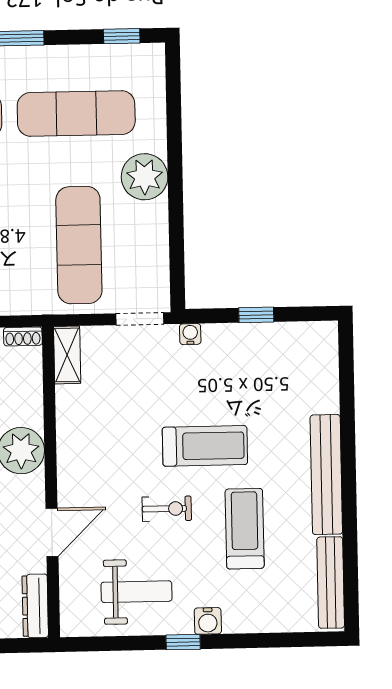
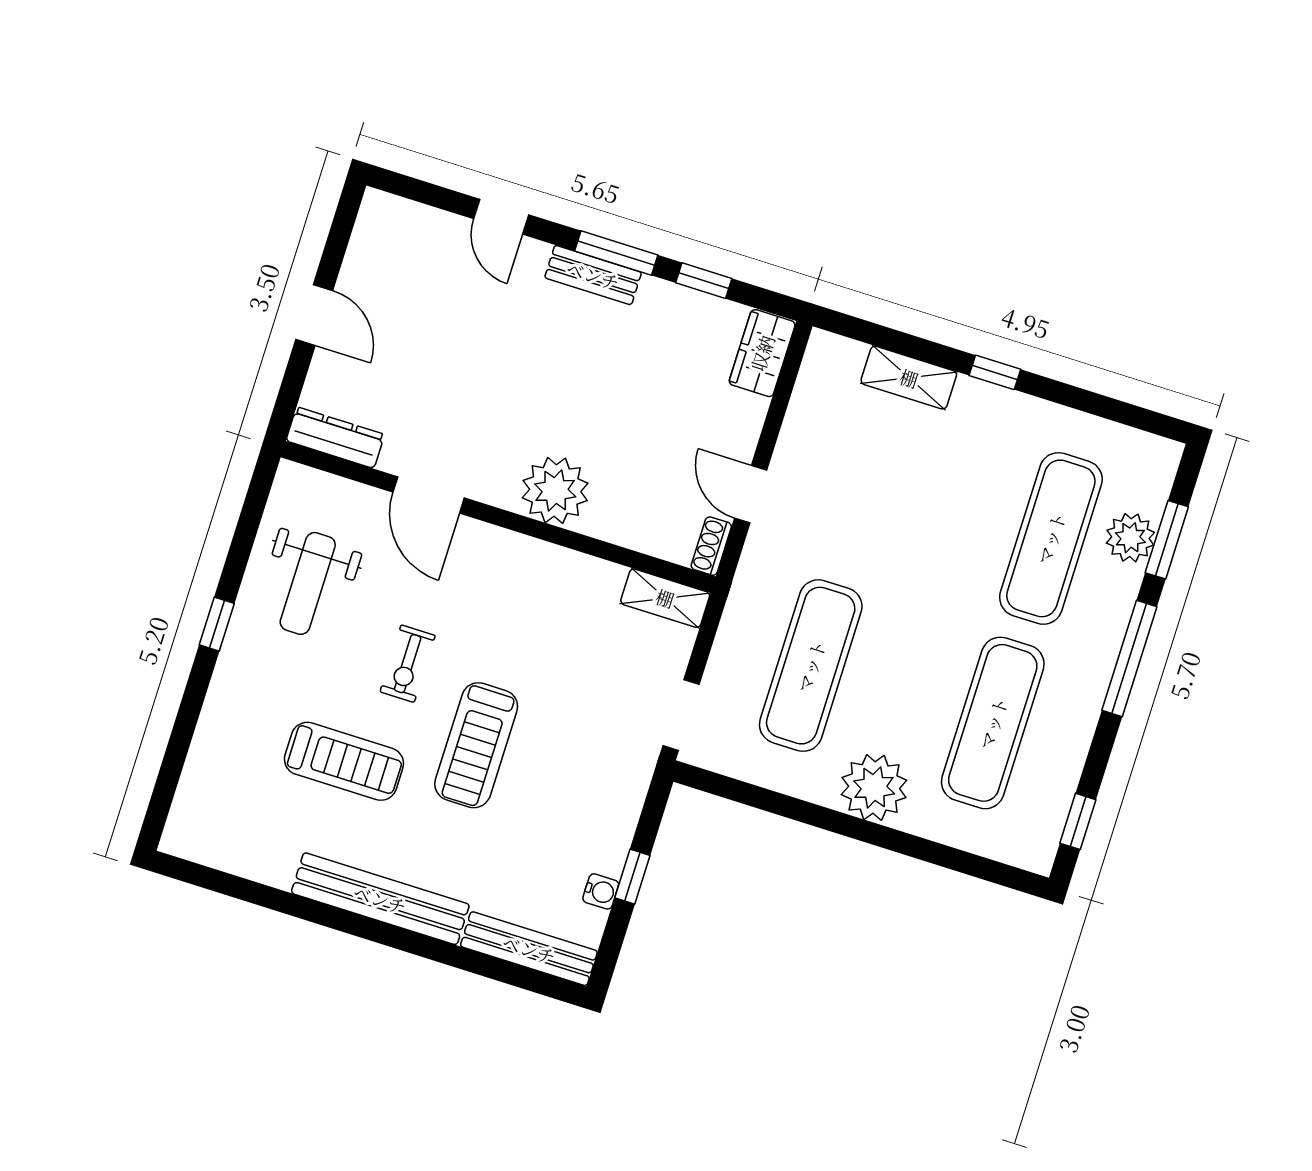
exercise mat: (79, 245) -> (811, 666), turned 90
water cooler: (190, 334) -> (601, 891), moved
bench: (331, 583) -> (529, 949), moved
water cooler: (208, 621) -> (234, 668), removed

